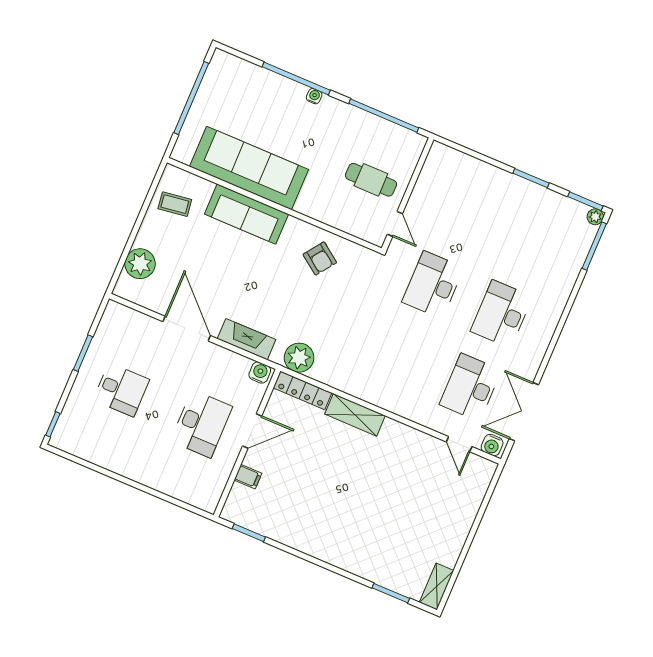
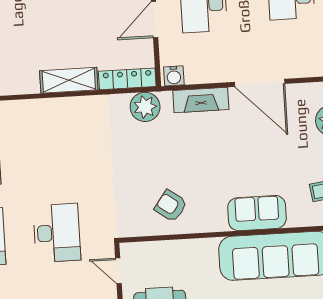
sofa: (246, 214) -> (257, 213), width x0.73

